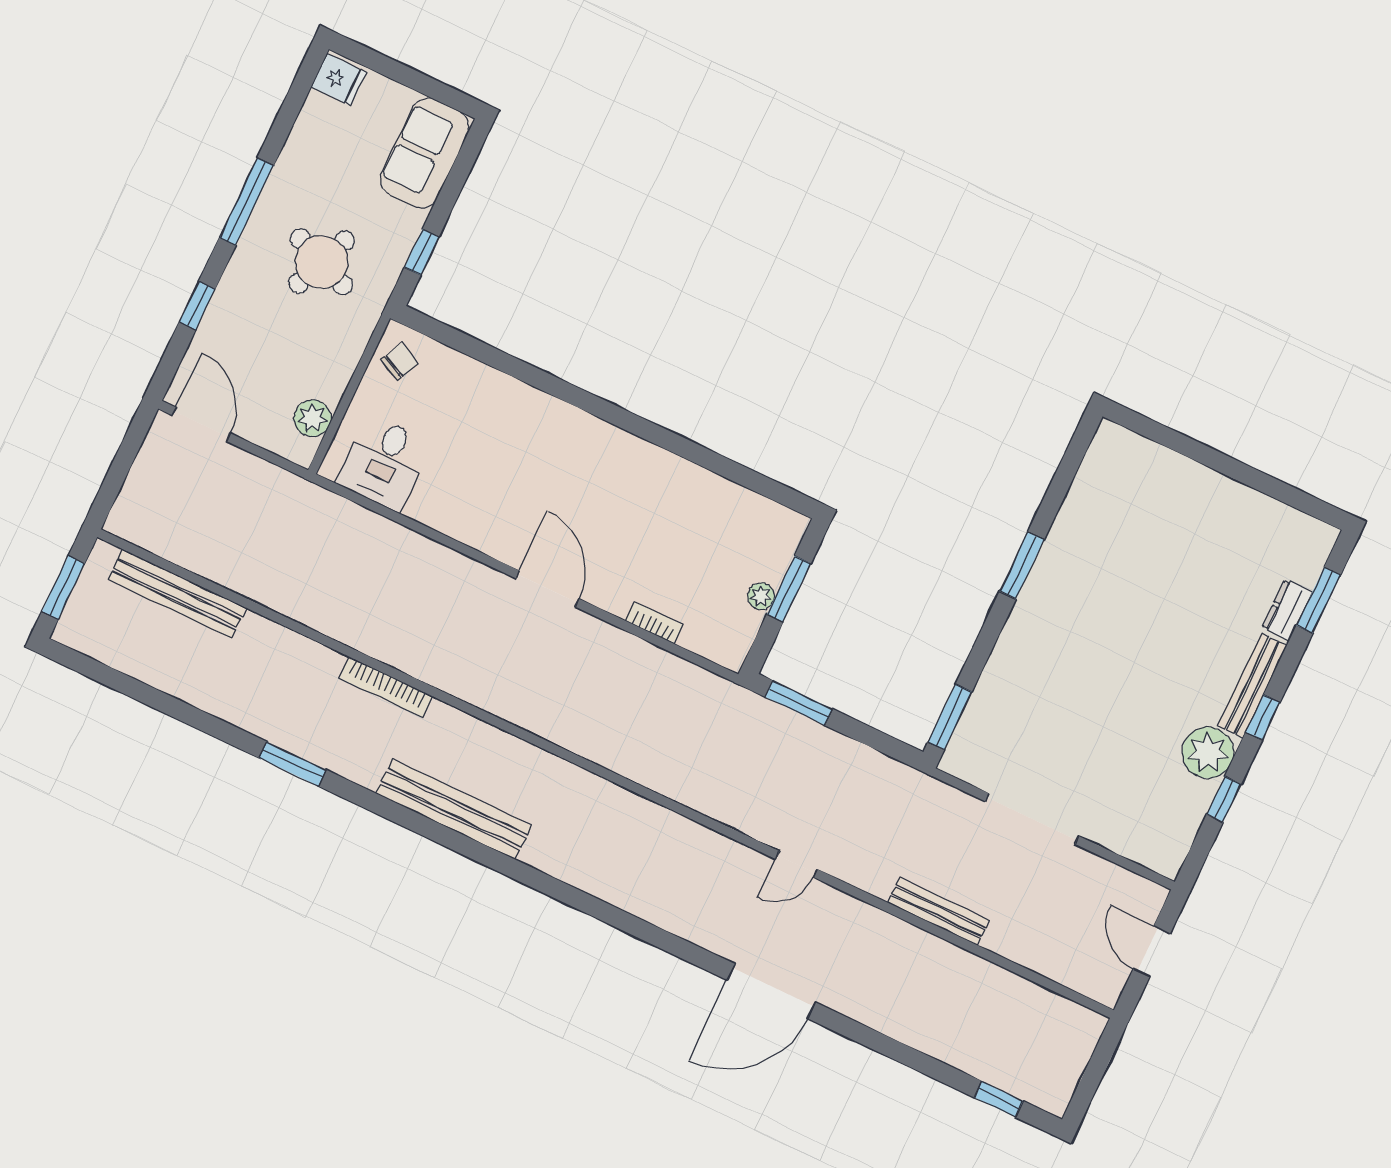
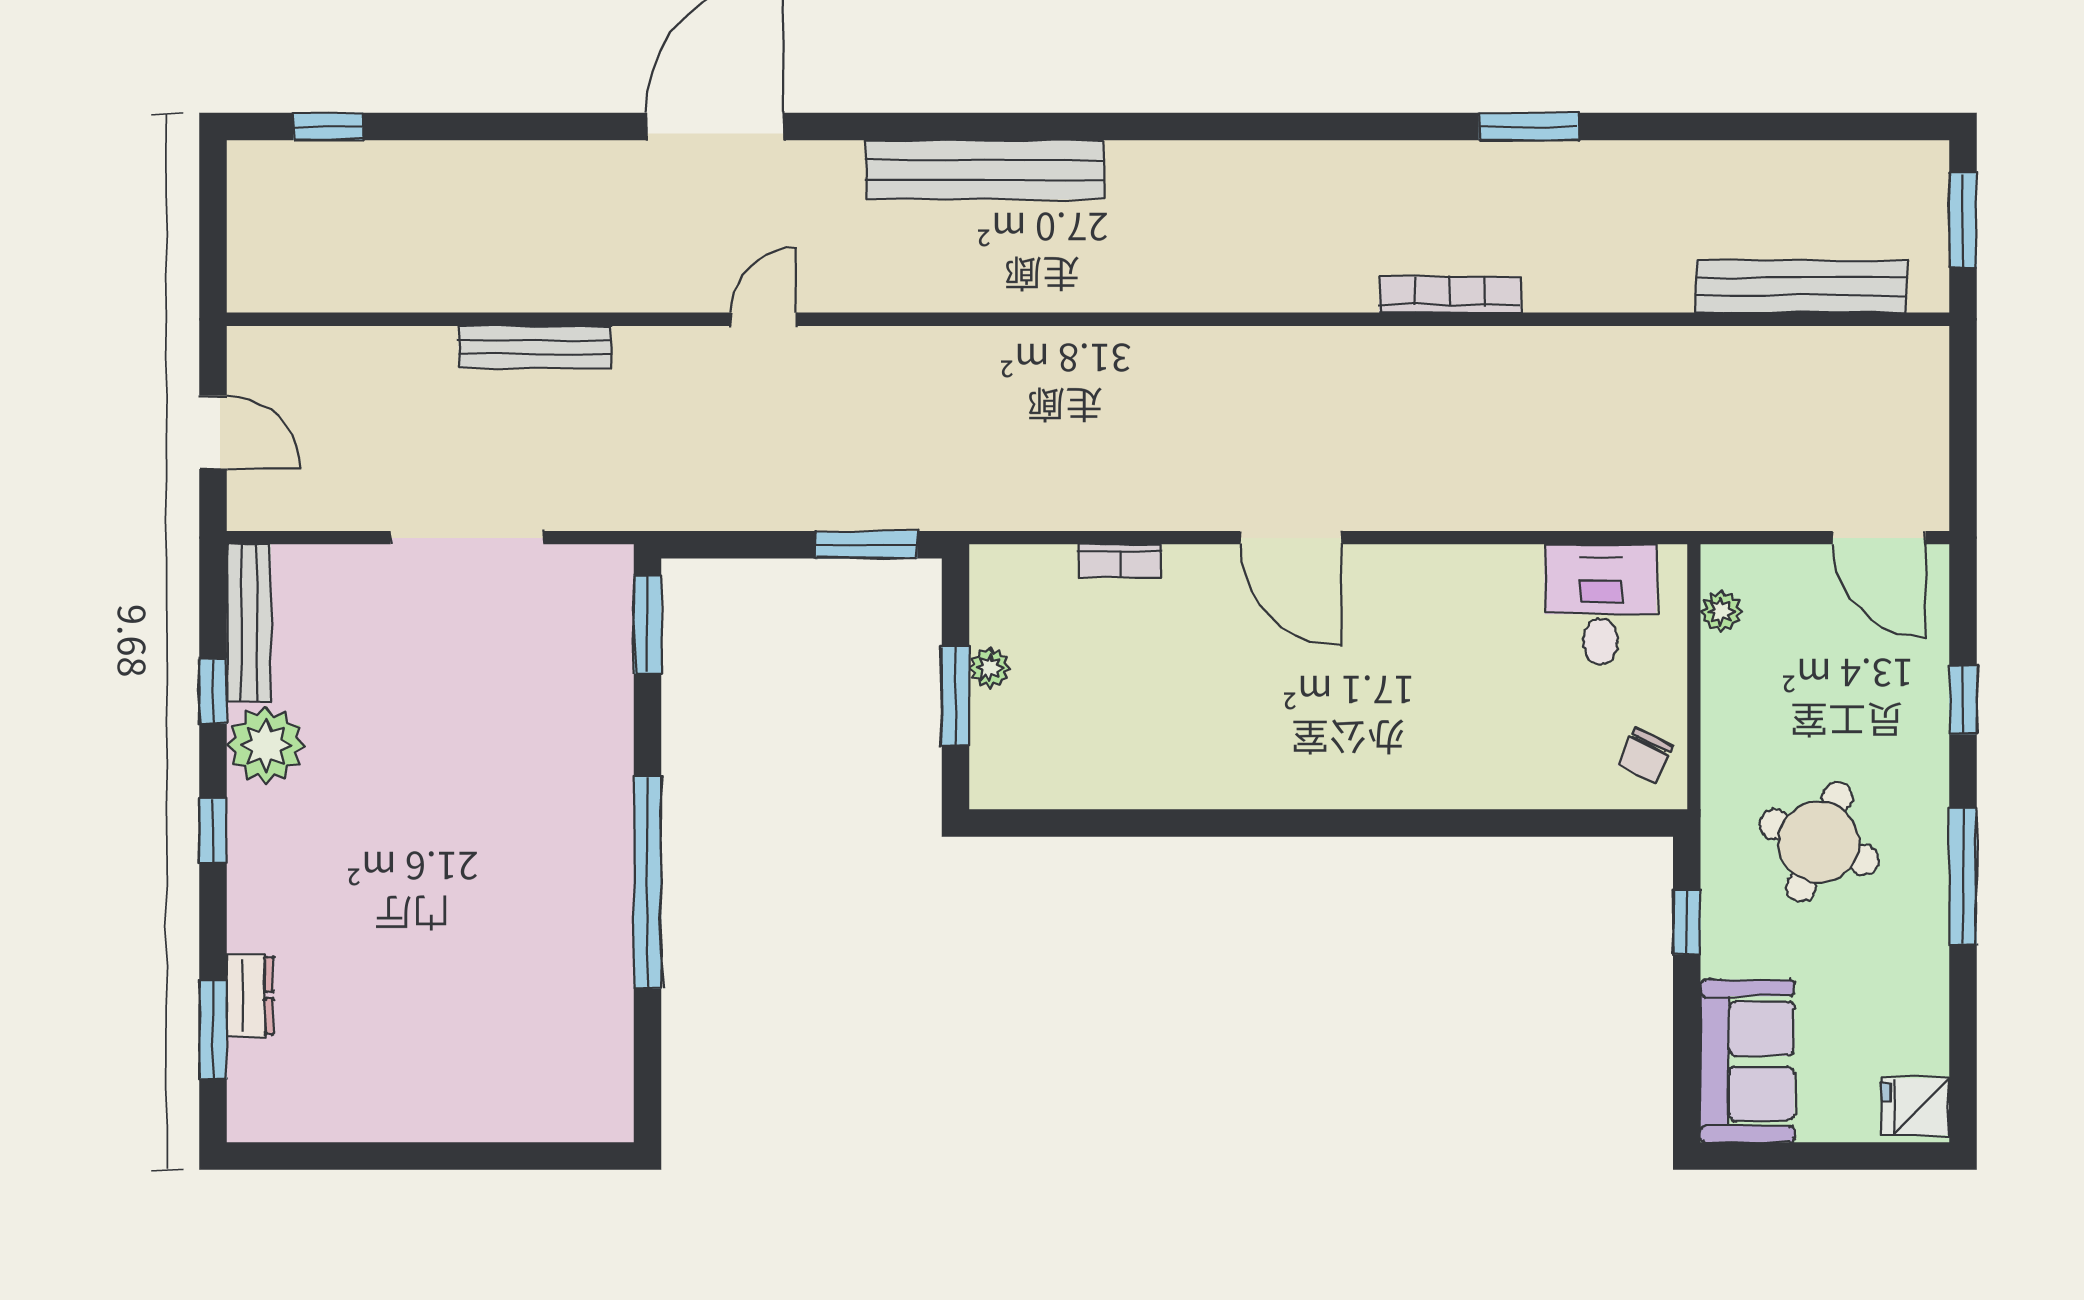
plant: (312, 418) -> (1721, 611), width x0.73, depth x0.73
window: (1022, 565) -> (648, 882), width x2.11
bench: (1252, 686) -> (249, 623), moved
bench: (454, 809) -> (985, 170), moved

